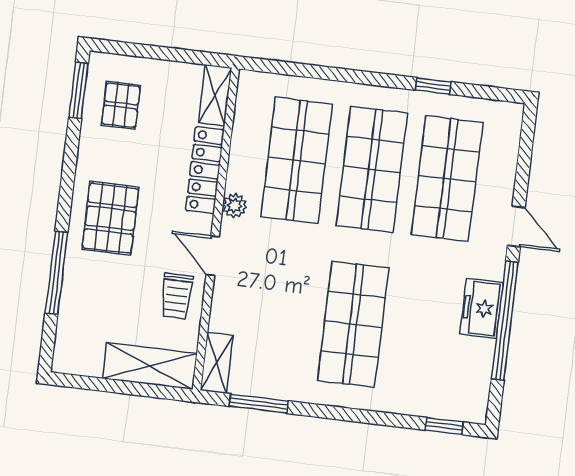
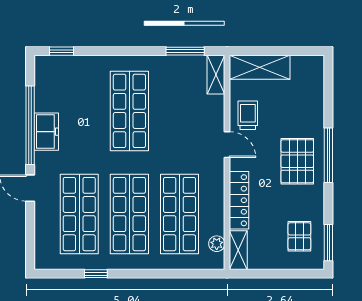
plant: (235, 206) -> (217, 244), moved
window: (56, 273) -> (328, 155), moved

